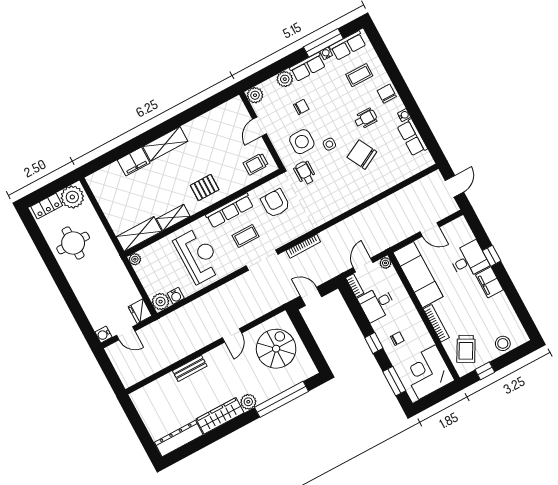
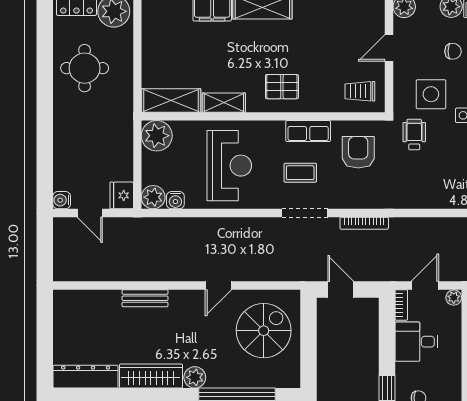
row of seats: (230, 210) -> (308, 131), width x0.68
plant: (135, 259) -> (157, 136), width x1.87, depth x1.87

